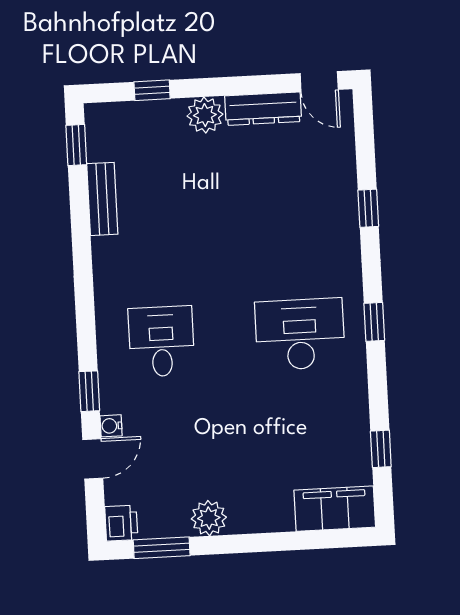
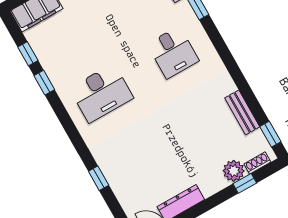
shoe rack: (118, 111) -> (257, 163), added
plant: (205, 115) -> (234, 171), moved
window: (374, 322) -> (44, 83), moved

